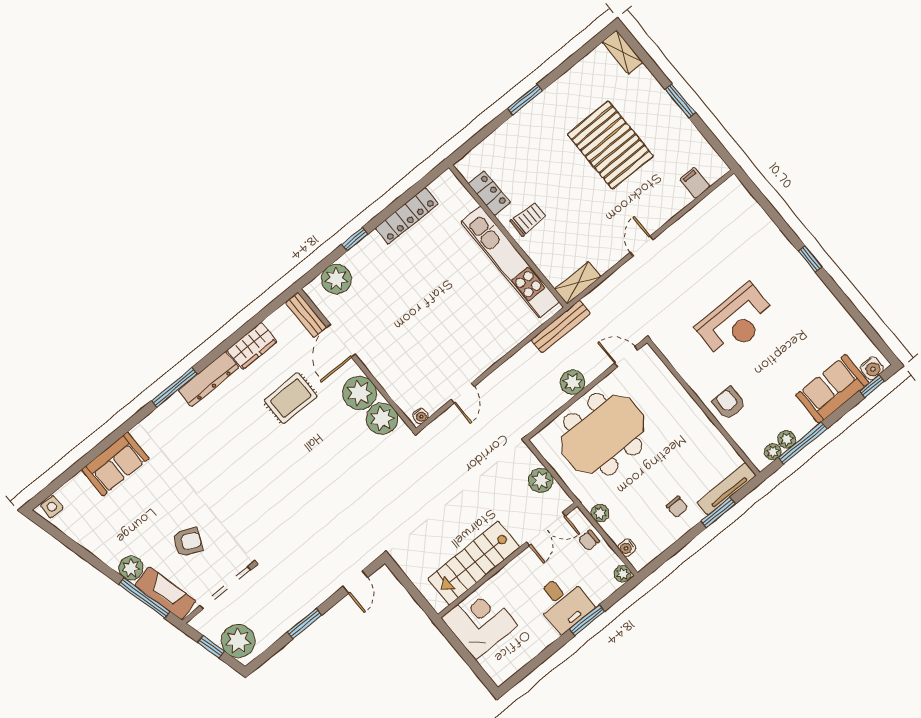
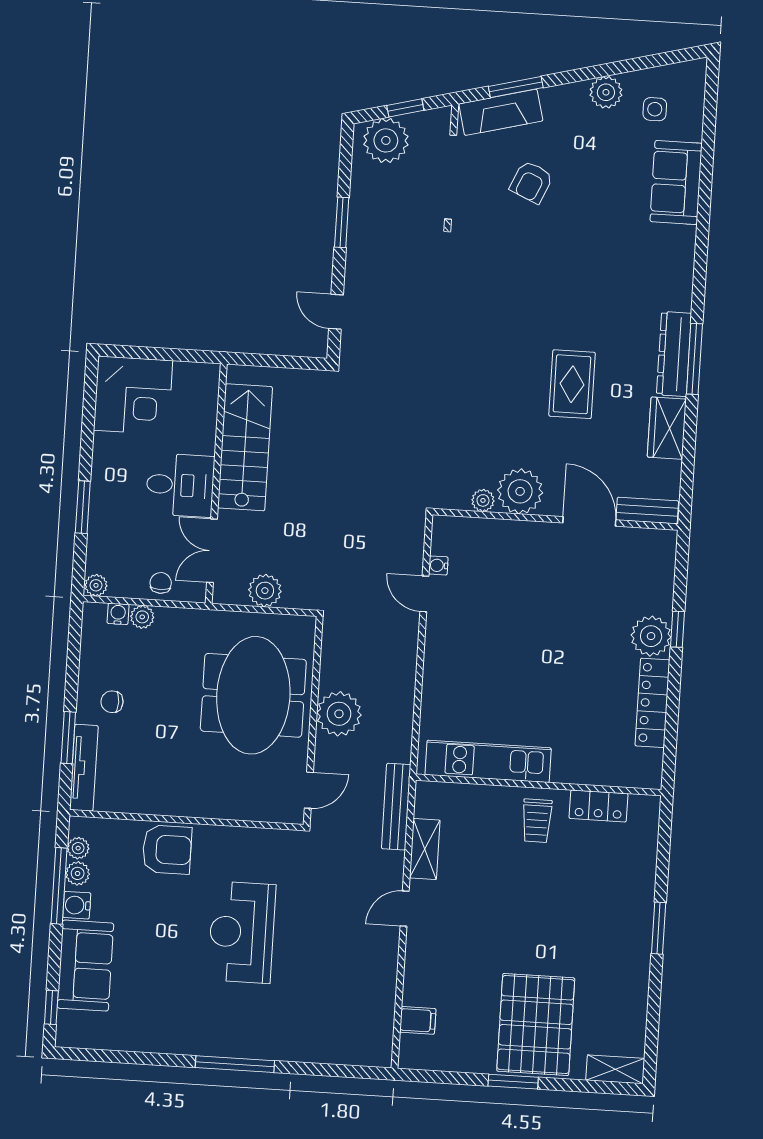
pallet: (610, 145) -> (536, 1025), moved, turned 90
door: (642, 246) -> (405, 909), swing flipped
window: (810, 259) -> (235, 1064), width x2.17
kitchen unit: (510, 262) -> (488, 761), width x0.73
plant: (336, 279) -> (651, 636), moved
shelving: (578, 283) -> (425, 849), moved
bench: (561, 327) -> (396, 807), moved
water cooler: (872, 368) -> (77, 905), moved
plant: (573, 382) -> (339, 714), width x1.36, depth x1.36
window: (175, 387) -> (694, 359), moved
rug: (291, 398) -> (572, 384), moved
armchair: (729, 403) -> (167, 850), width x1.38, depth x1.38
water cooler: (421, 416) -> (438, 565), moved
plant: (382, 419) -> (483, 500), width x0.53, depth x0.53
side table: (52, 507) -> (655, 109), moved
plant: (600, 513) -> (142, 617), moved
plant: (131, 568) -> (606, 92), moved
window: (144, 598) -> (516, 87), width x0.69
desk: (563, 603) -> (180, 485), moved, turned 180
corner desk: (479, 622) -> (133, 395), moved

